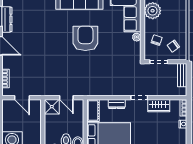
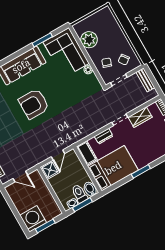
armchair: (85, 38) -> (34, 104), moved, turned -90
door: (66, 98) -> (58, 155), hinge flipped

